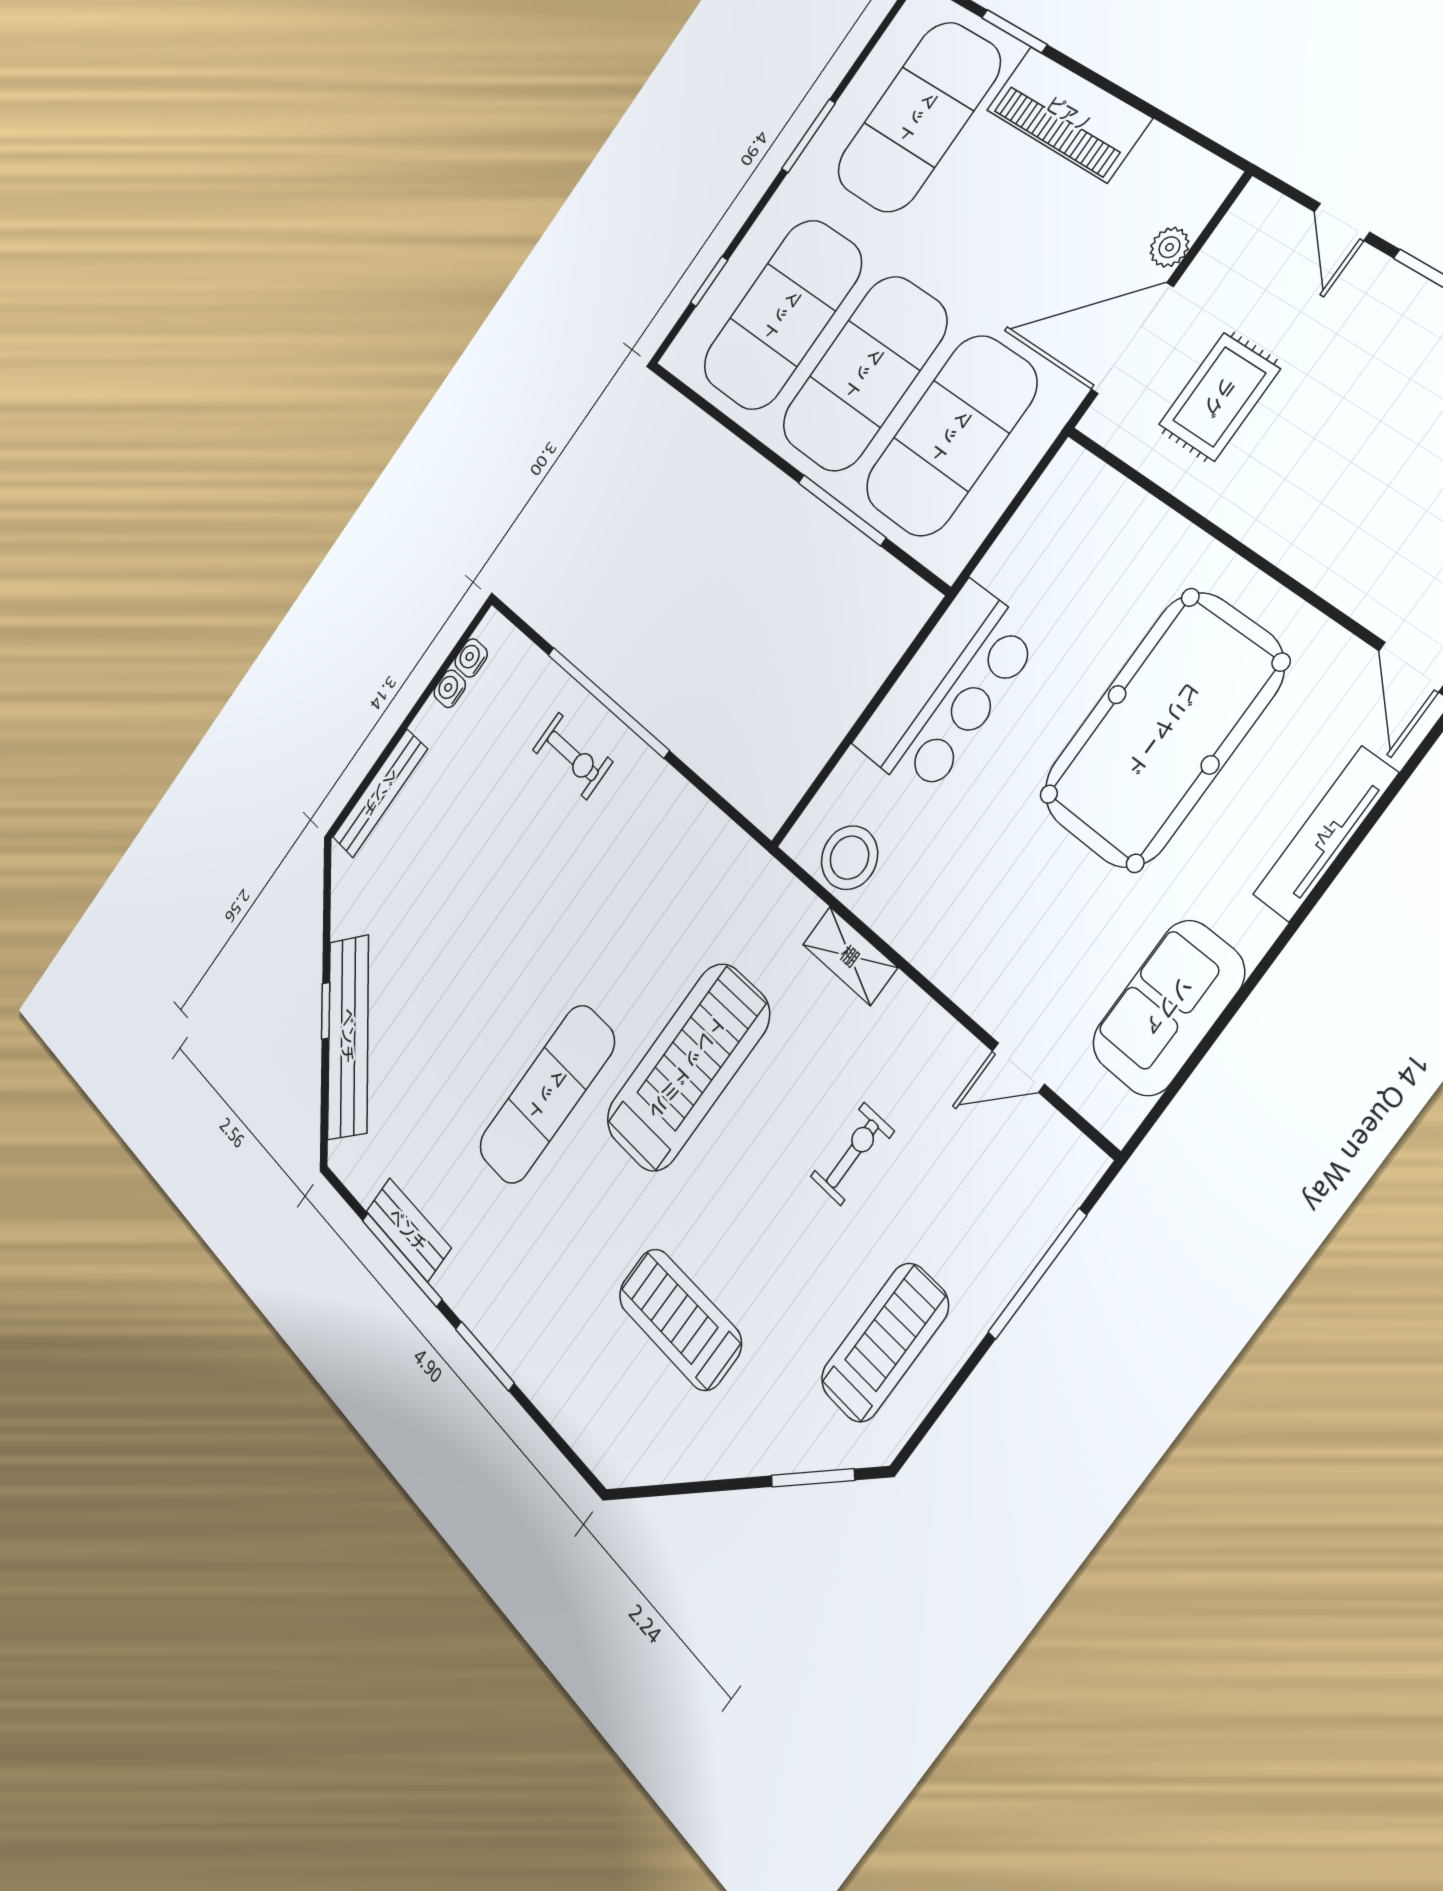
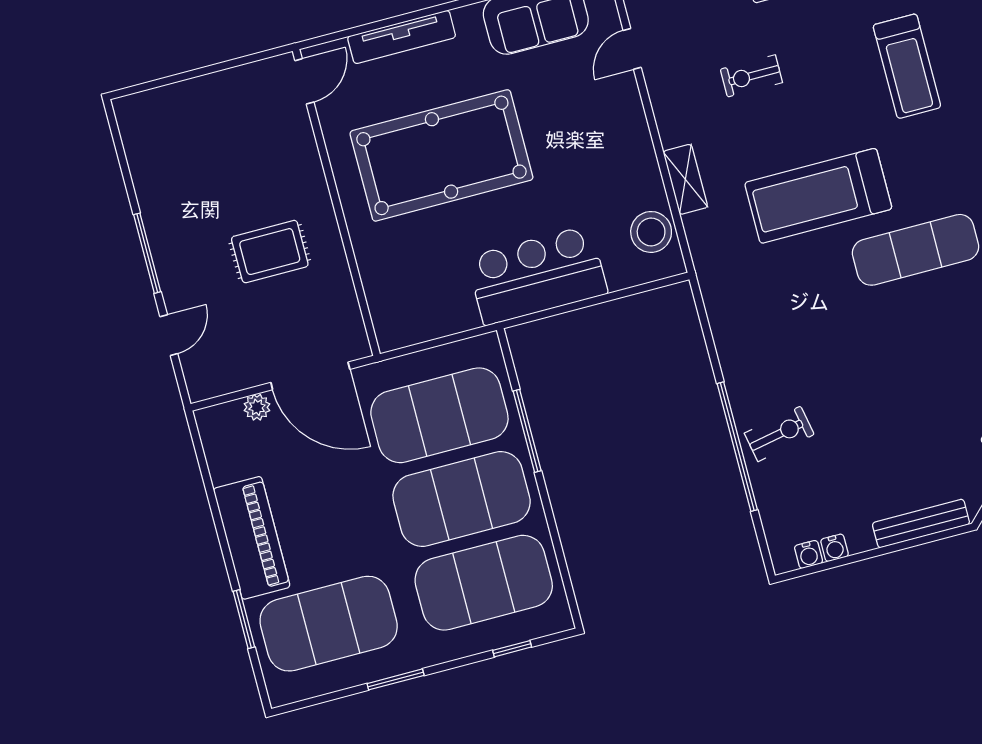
rug: (1219, 397) -> (270, 252), moved
exercise bike: (573, 756) -> (779, 434), turned 79
door: (1018, 1067) -> (632, 49), swing flipped

